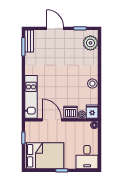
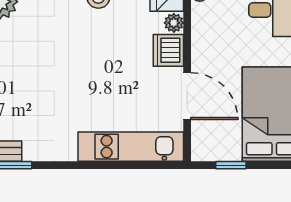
door: (52, 120) -> (187, 96), swing flipped

